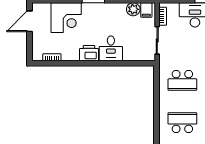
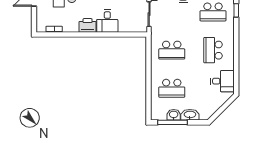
school desk: (182, 123) -> (172, 88), turned 180

